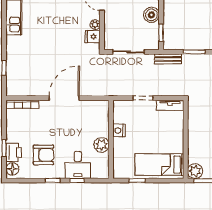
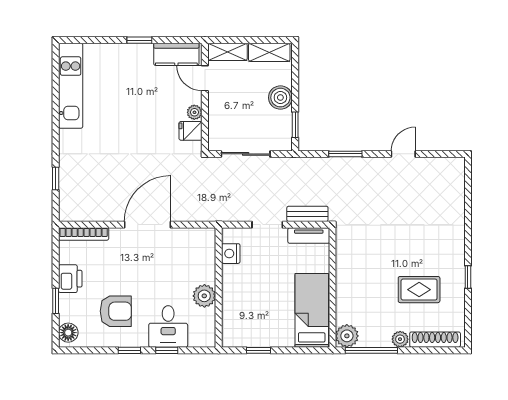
bench: (168, 59) -> (307, 214), moved
nightstand: (119, 131) -> (231, 254), moved
printer: (14, 152) -> (70, 279), moved
bed: (159, 165) -> (312, 310), moved, turned 90

